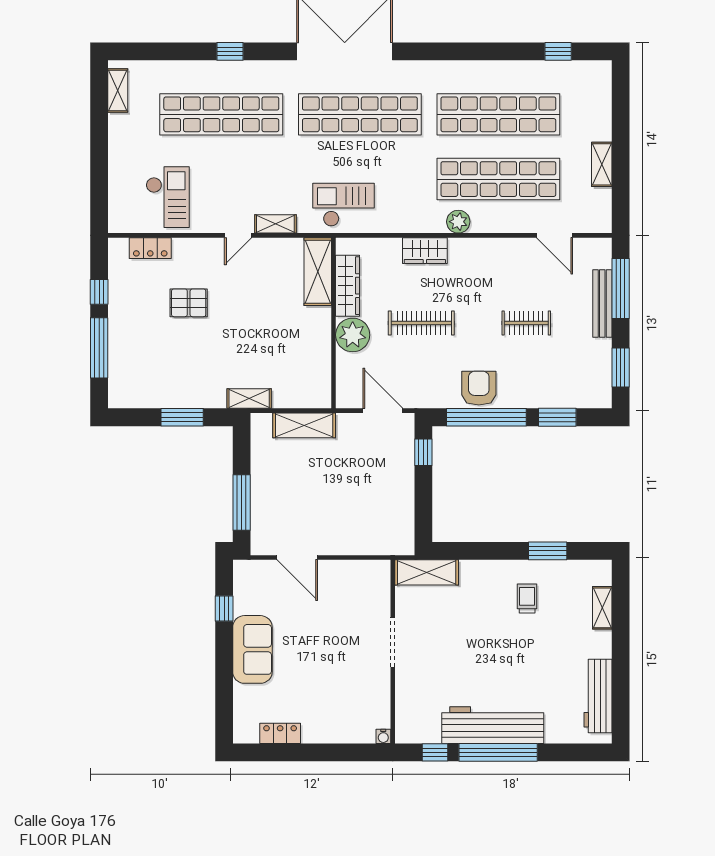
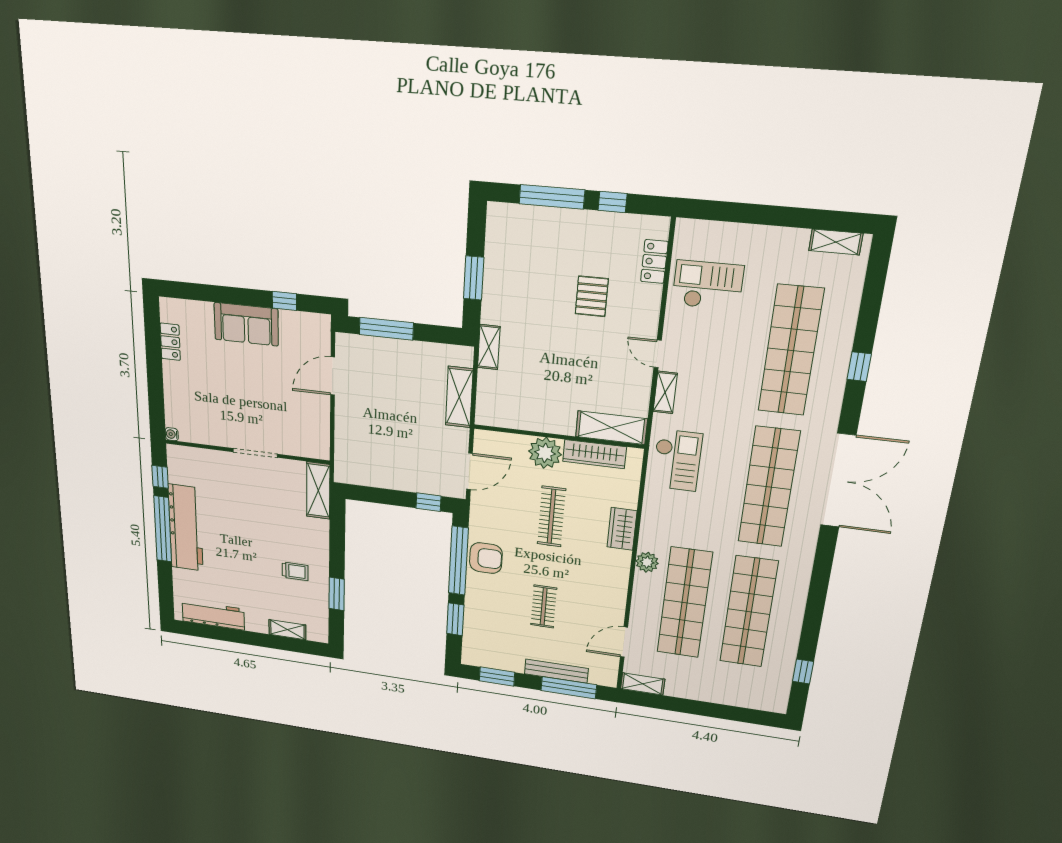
shelving: (602, 164) -> (643, 684), moved
checkout: (168, 197) -> (708, 285), turned 180

